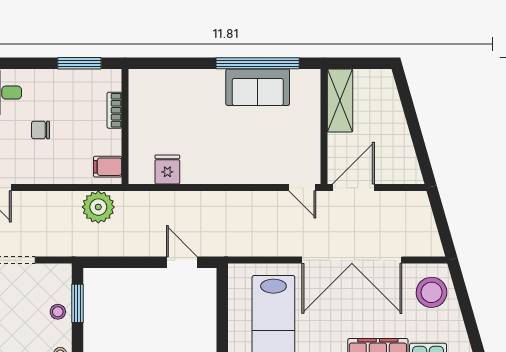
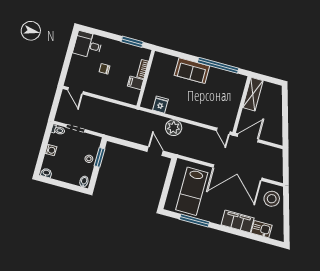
sofa: (258, 87) -> (192, 71), moved
filing cabinet: (108, 167) -> (135, 83), moved
plant: (98, 207) -> (174, 128), moved

